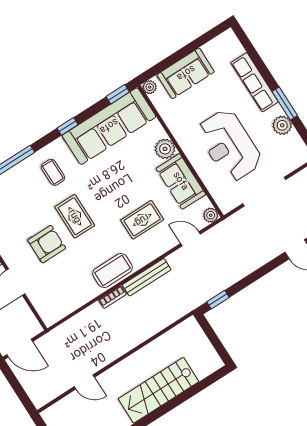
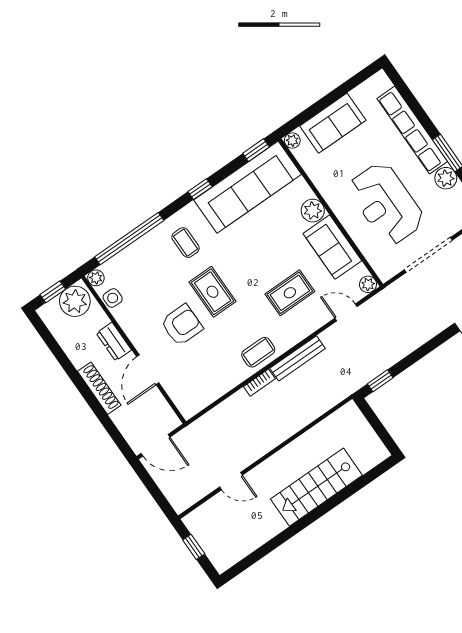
row of seats: (255, 82) -> (412, 130), width x1.36
coffee table: (113, 271) -> (258, 352), width x0.73, depth x0.77

